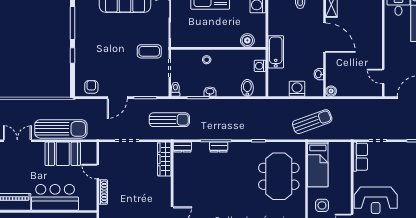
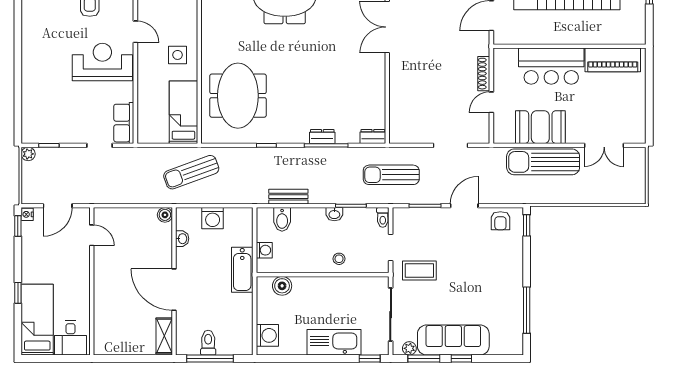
window: (73, 55) -> (527, 225), moved
bench: (243, 104) -> (288, 197), added
wardrobe: (164, 159) -> (398, 120), removed
door: (98, 172) -> (491, 102), swing flipped

